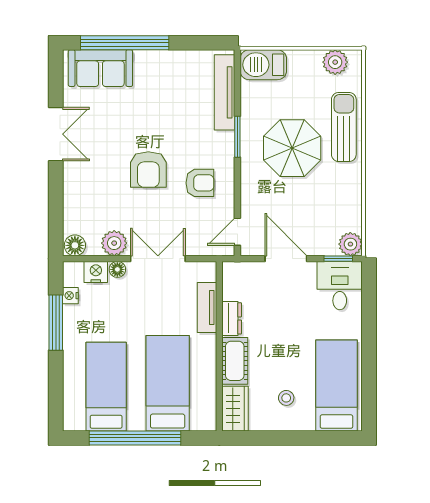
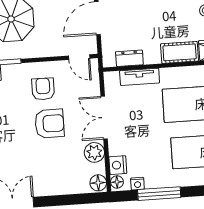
armchair: (148, 170) -> (49, 124), moved
floor lamp: (117, 269) -> (117, 182), moved
dresser: (232, 318) -> (129, 58), moved

